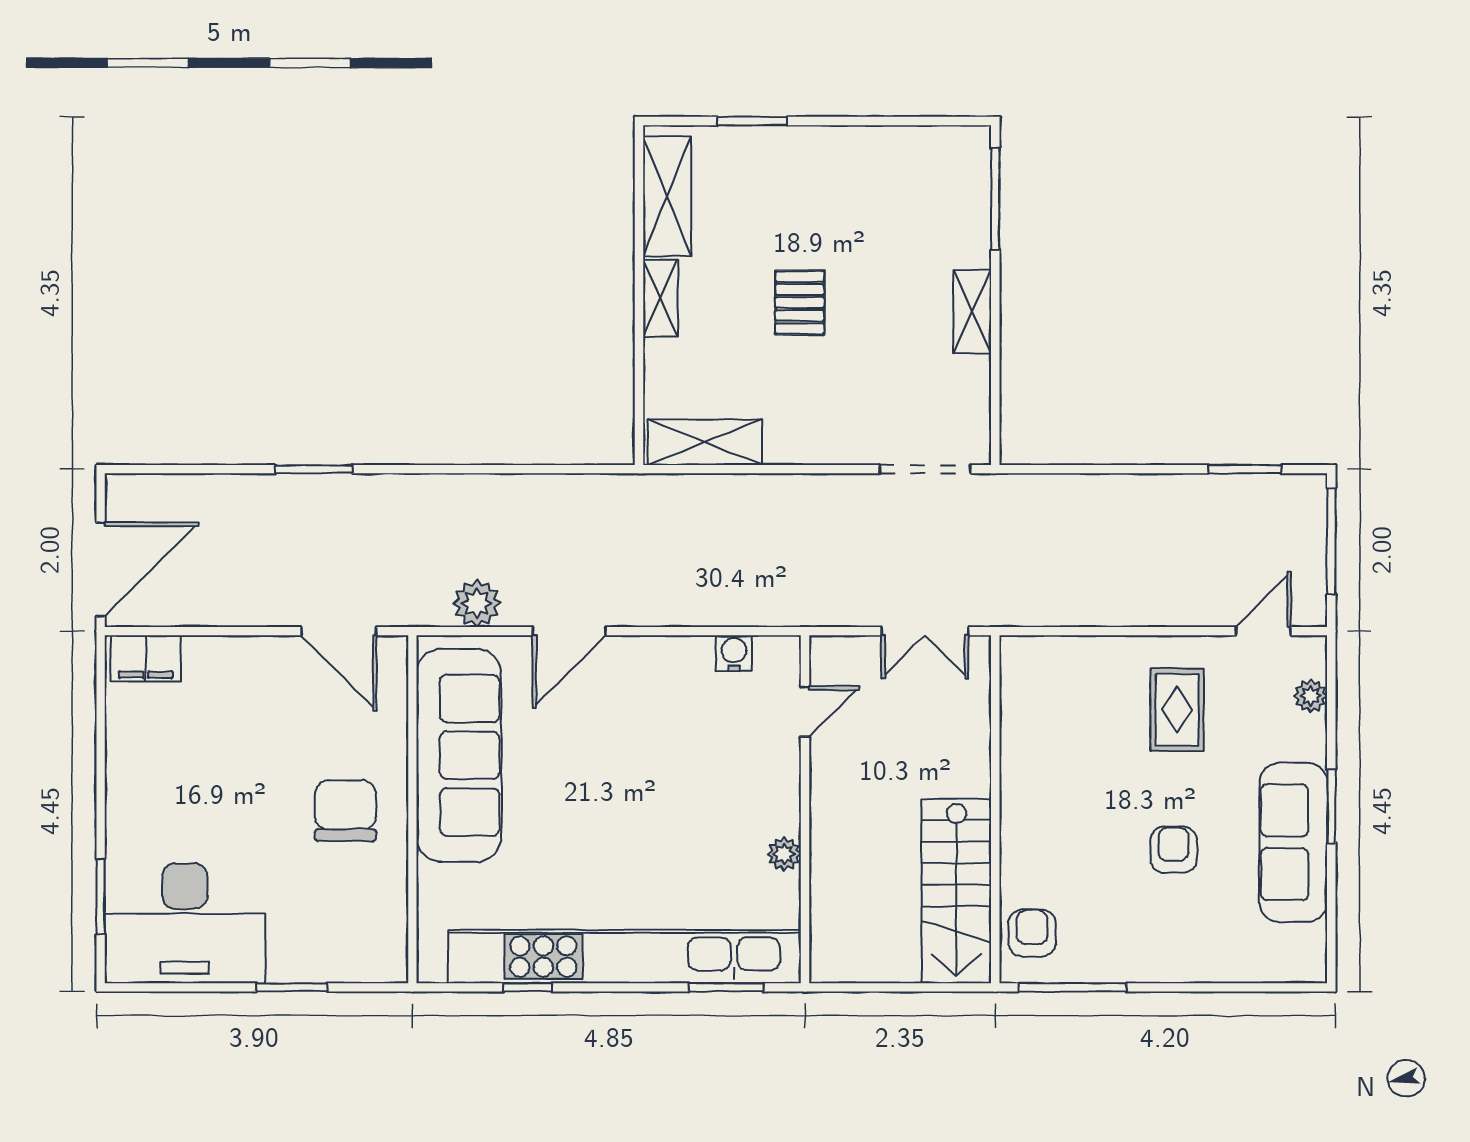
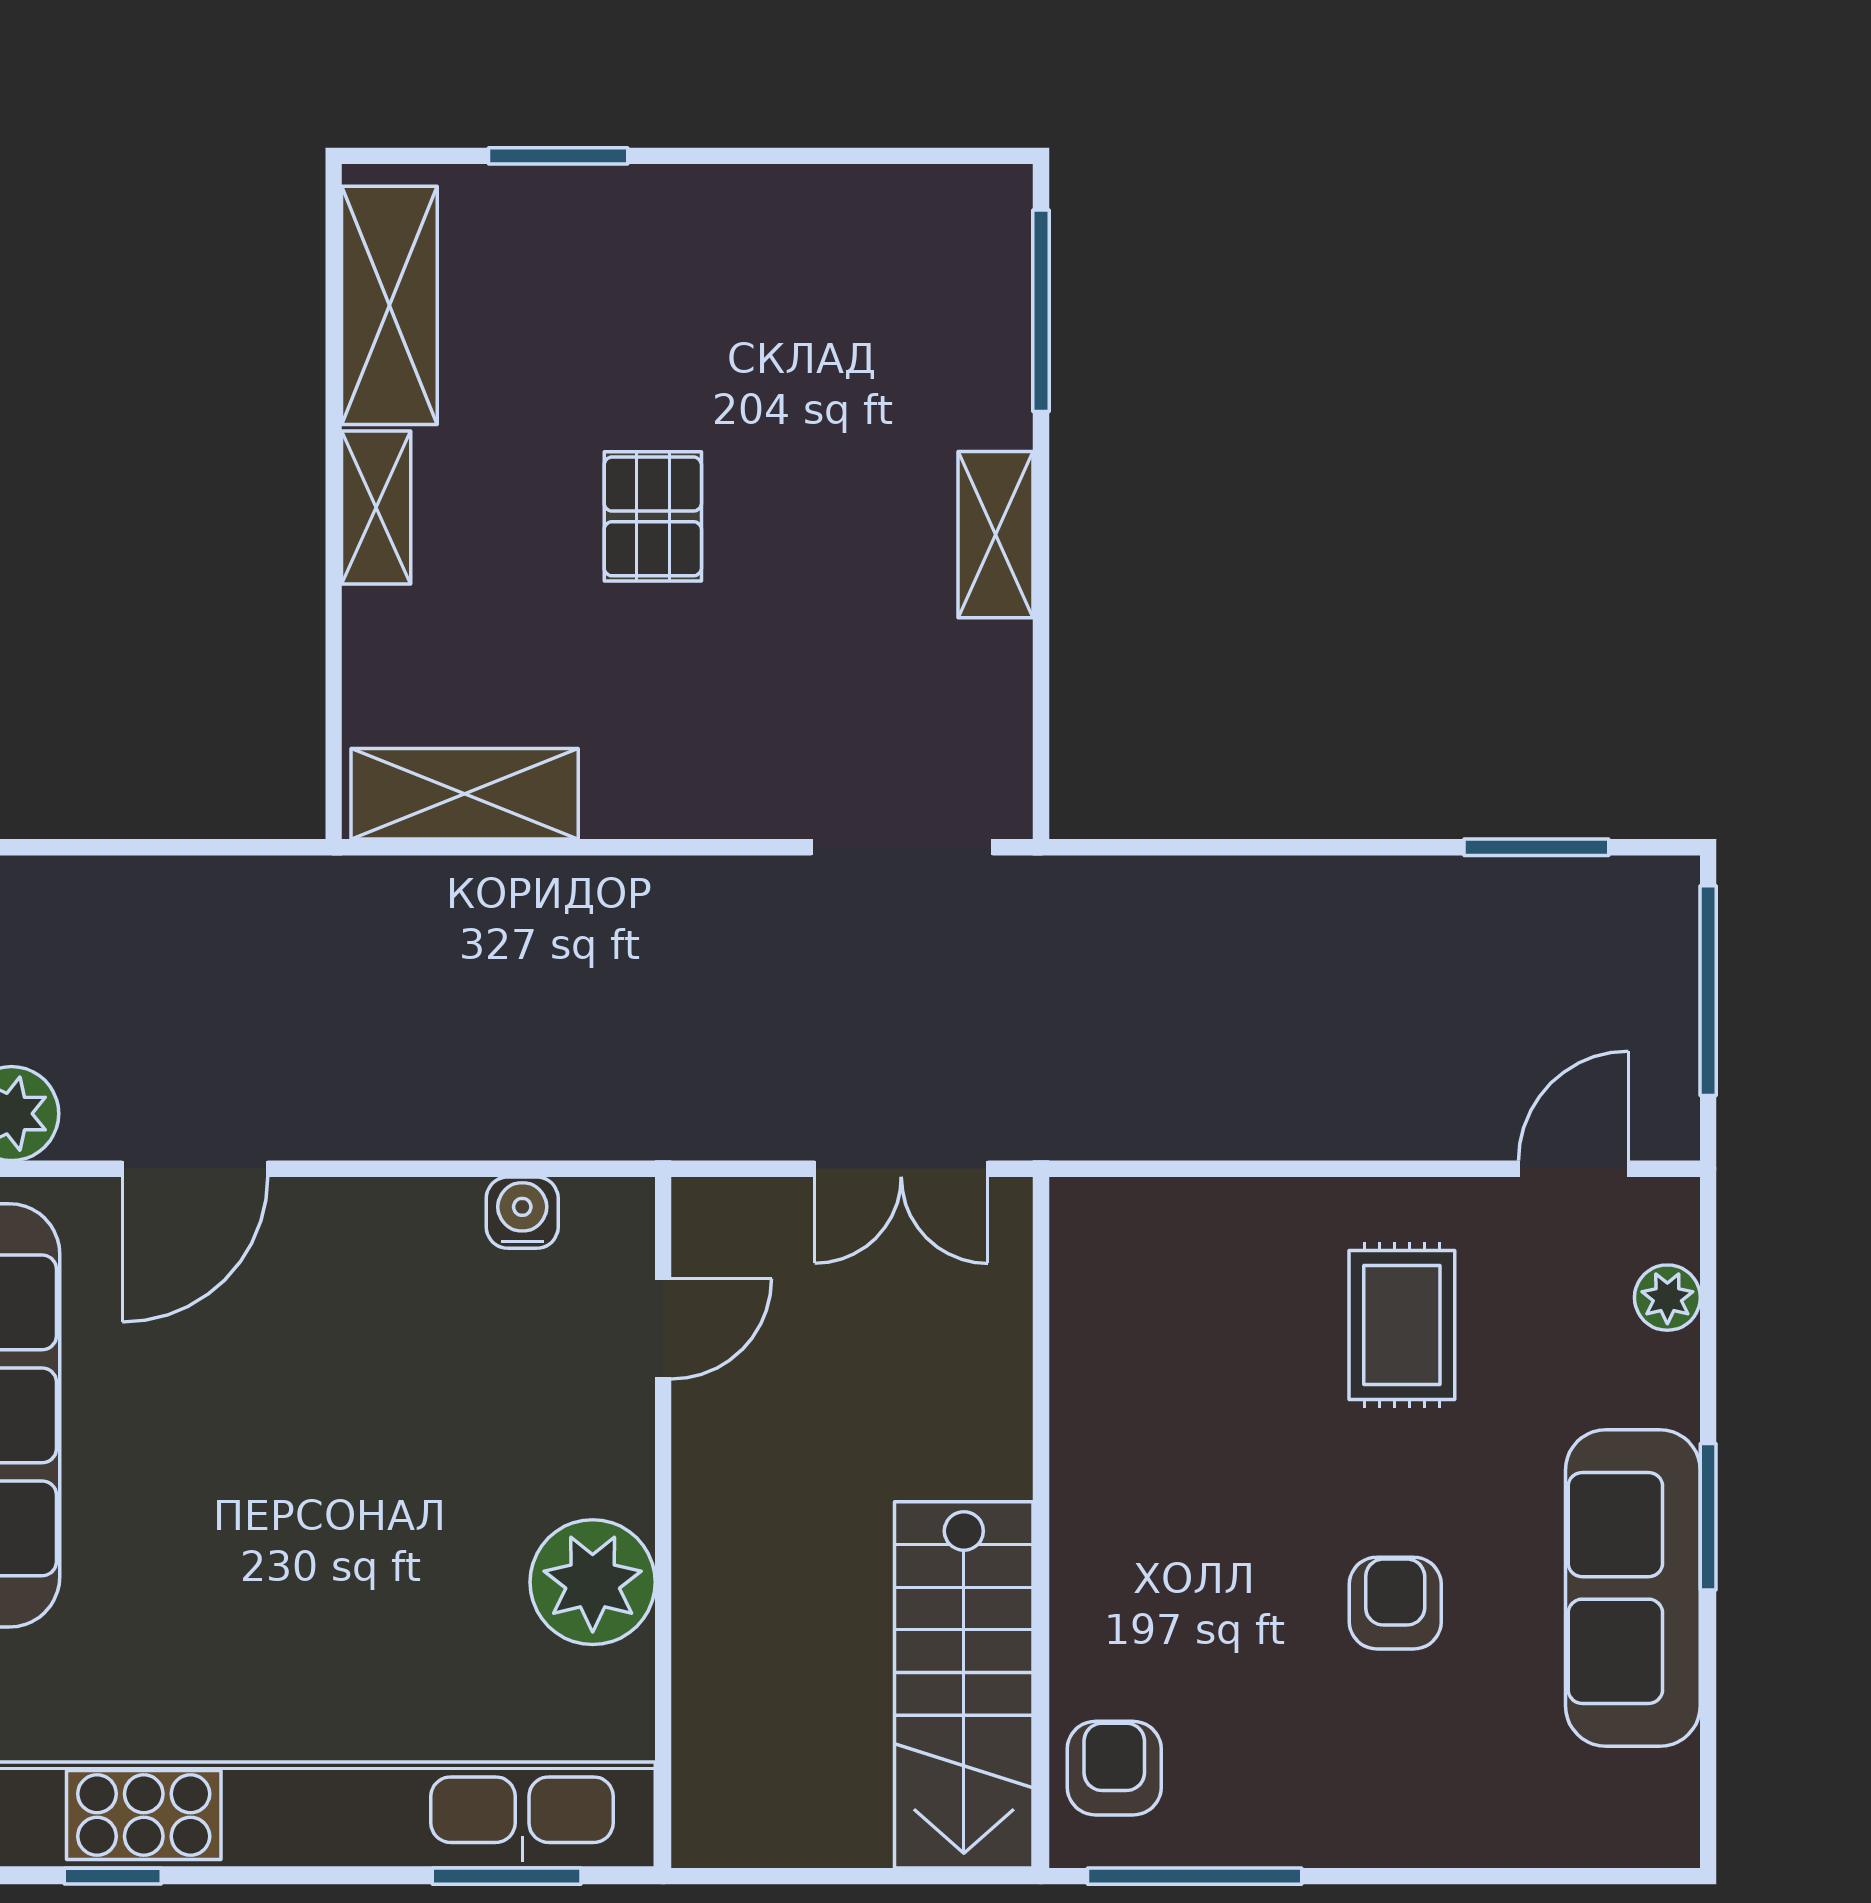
plant: (784, 854) -> (593, 1582), width x1.87, depth x1.87

